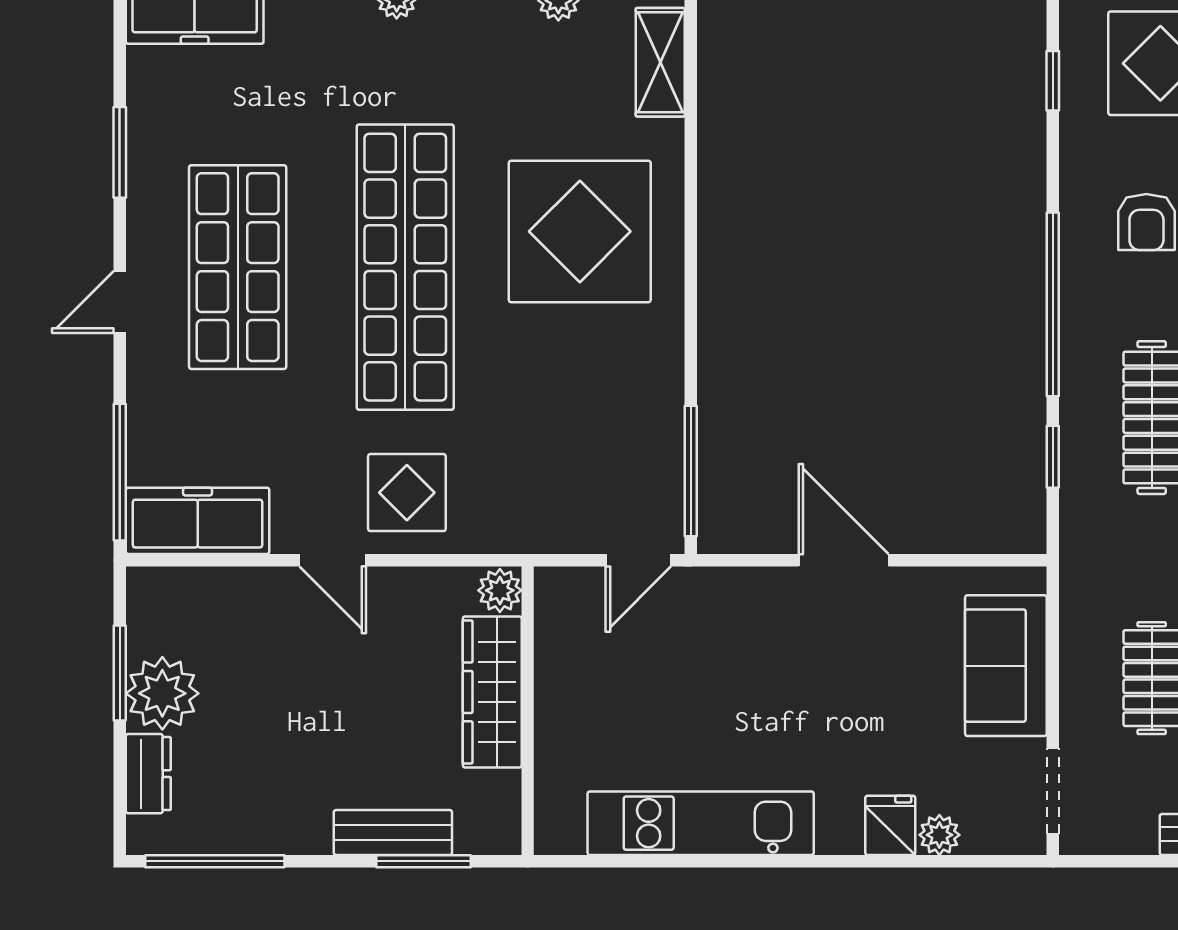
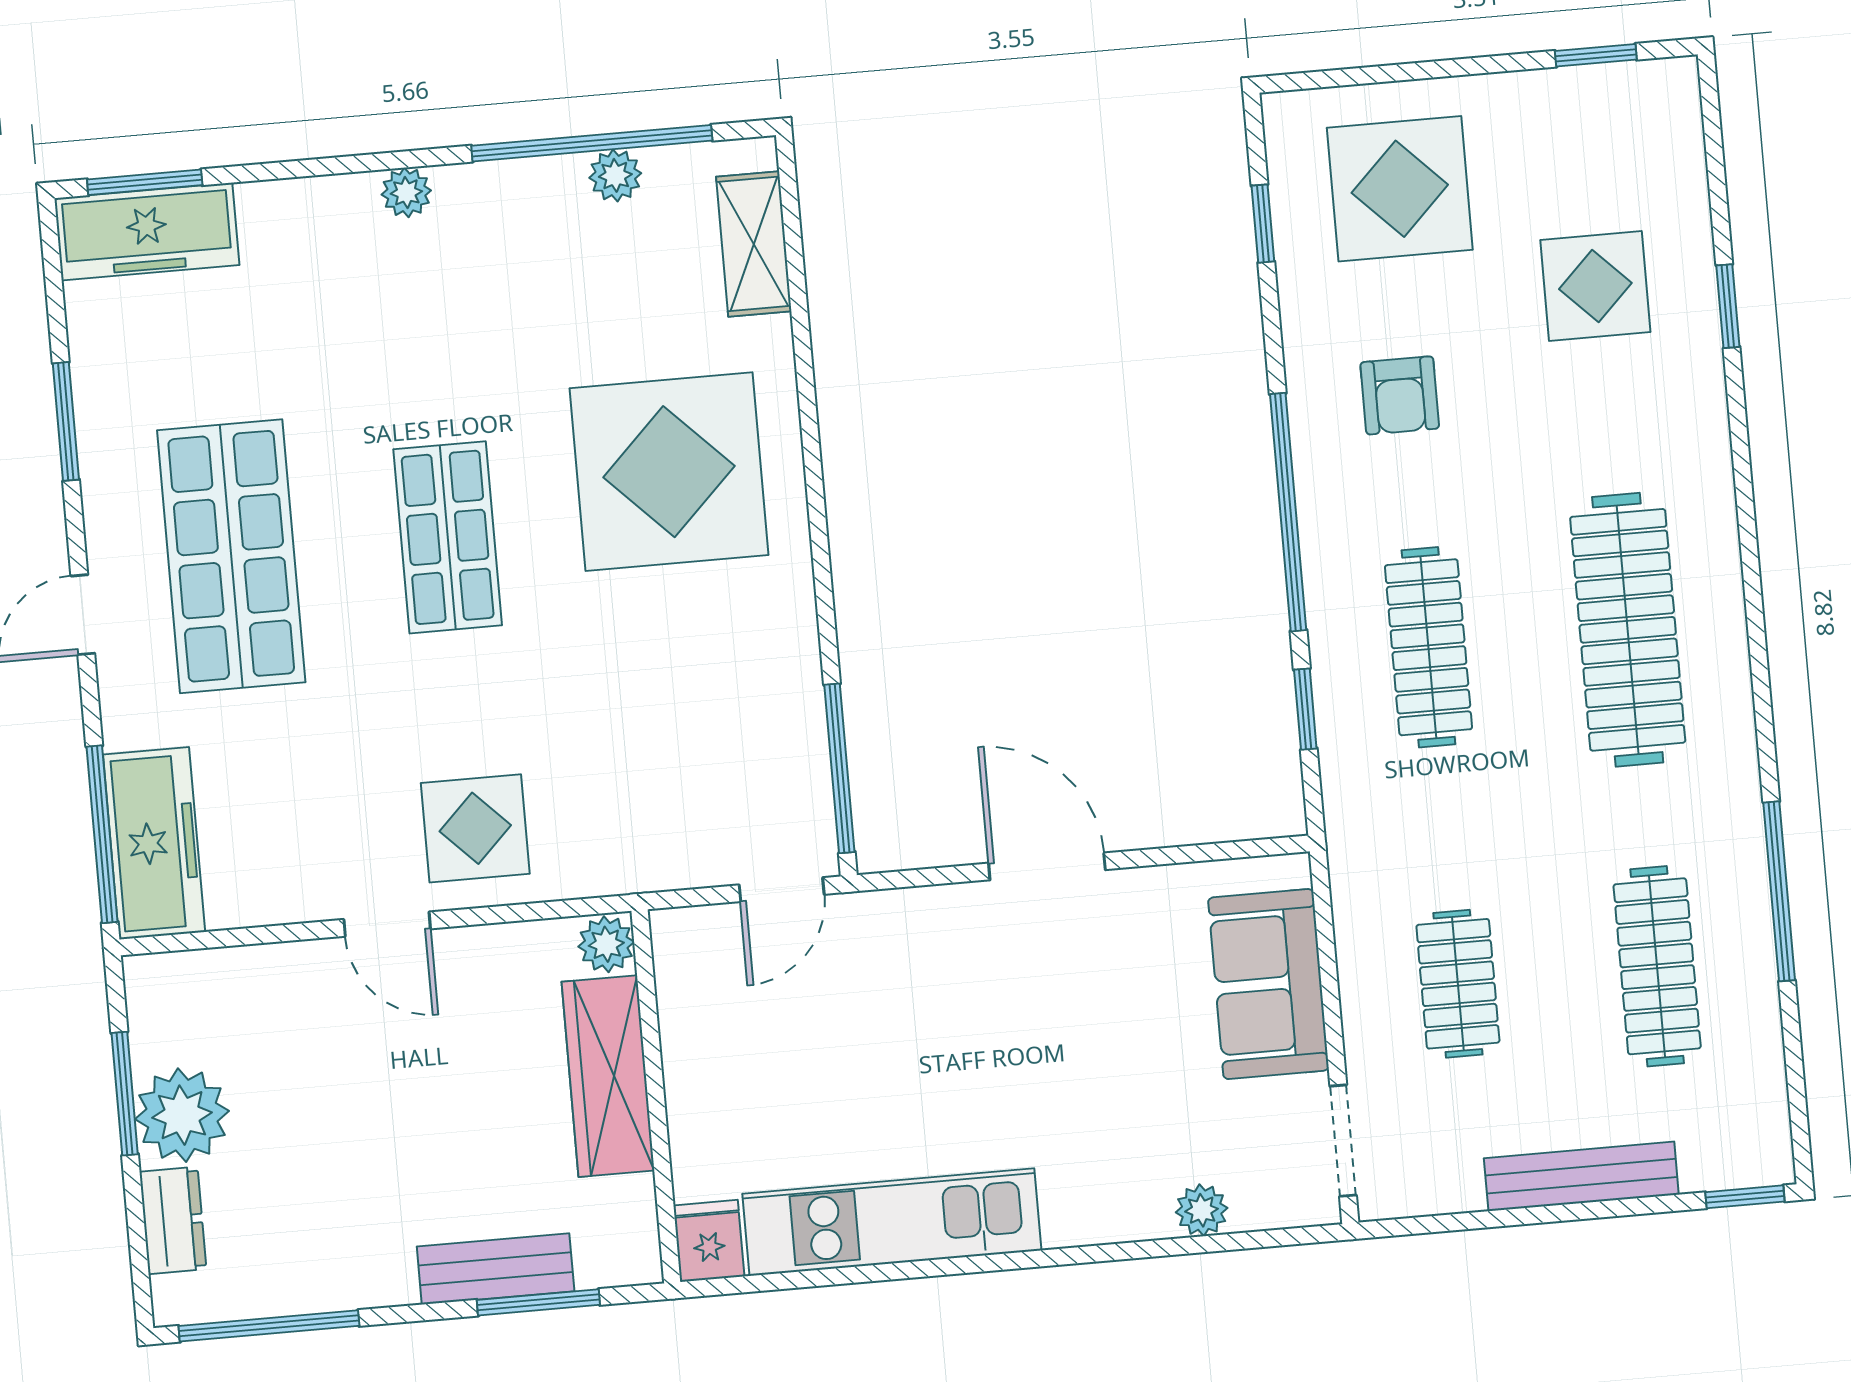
shop shelf: (405, 267) -> (448, 537), width x0.50, depth x0.74
freezer: (198, 521) -> (154, 843), moved, turned 90
fridge: (890, 825) -> (709, 1241), moved

